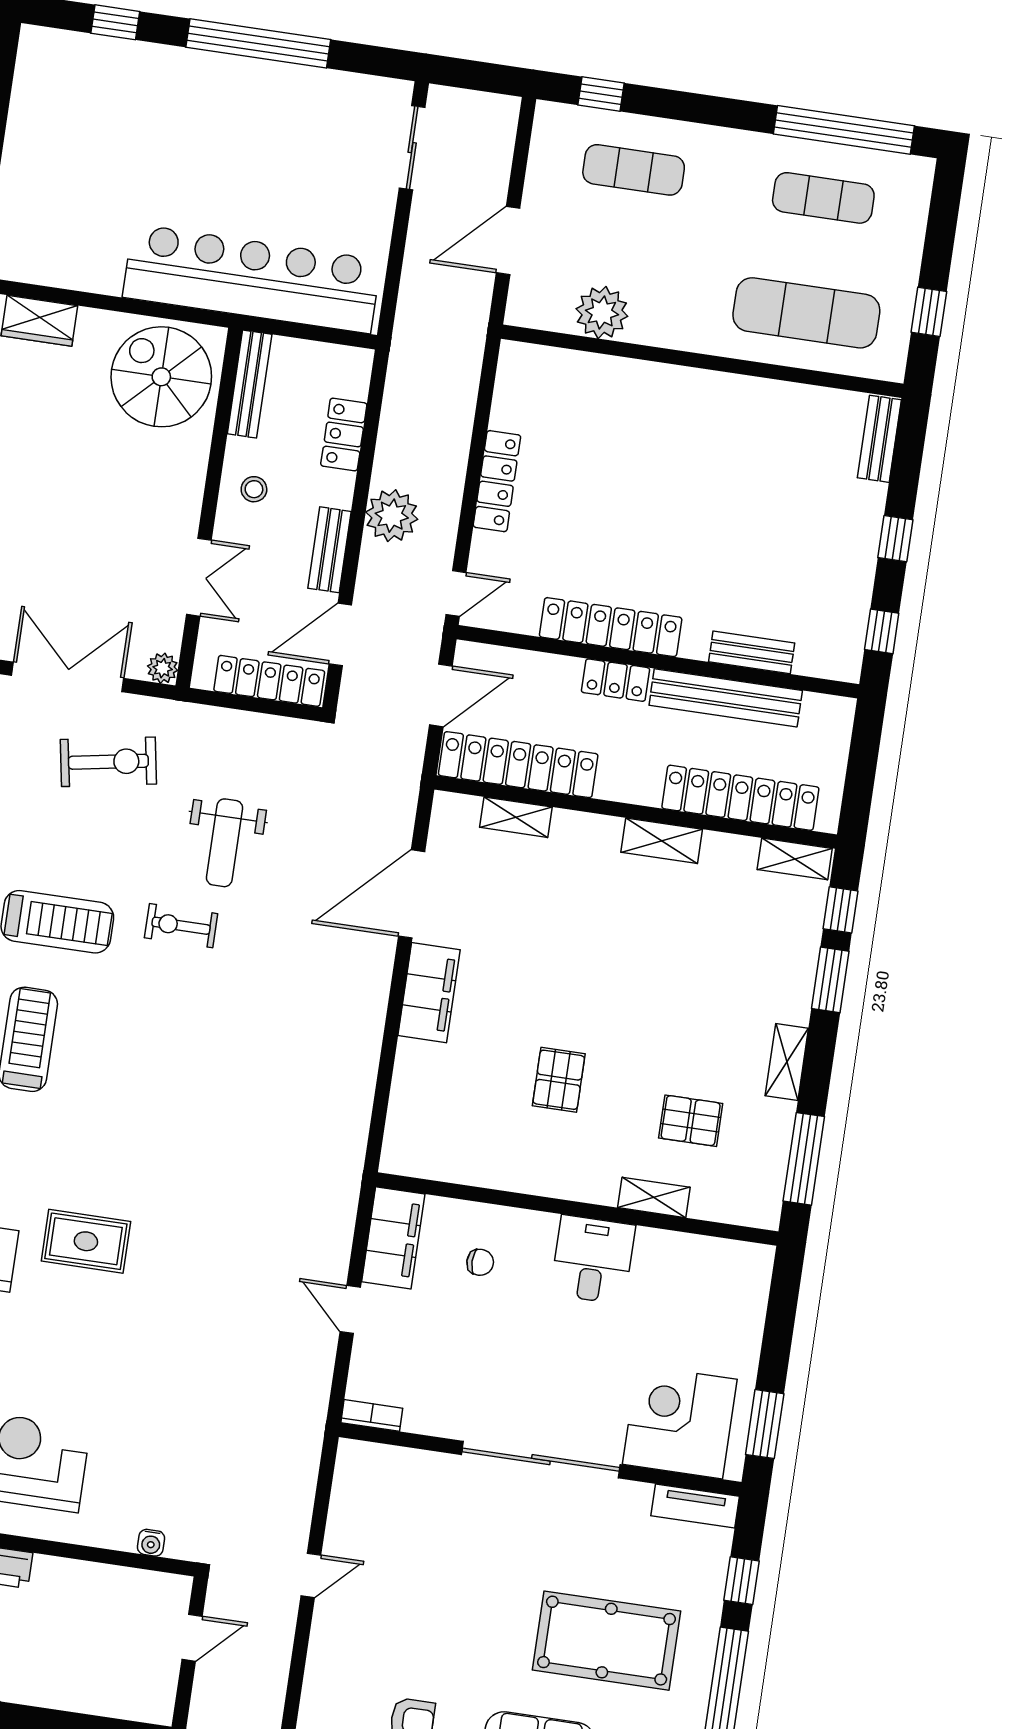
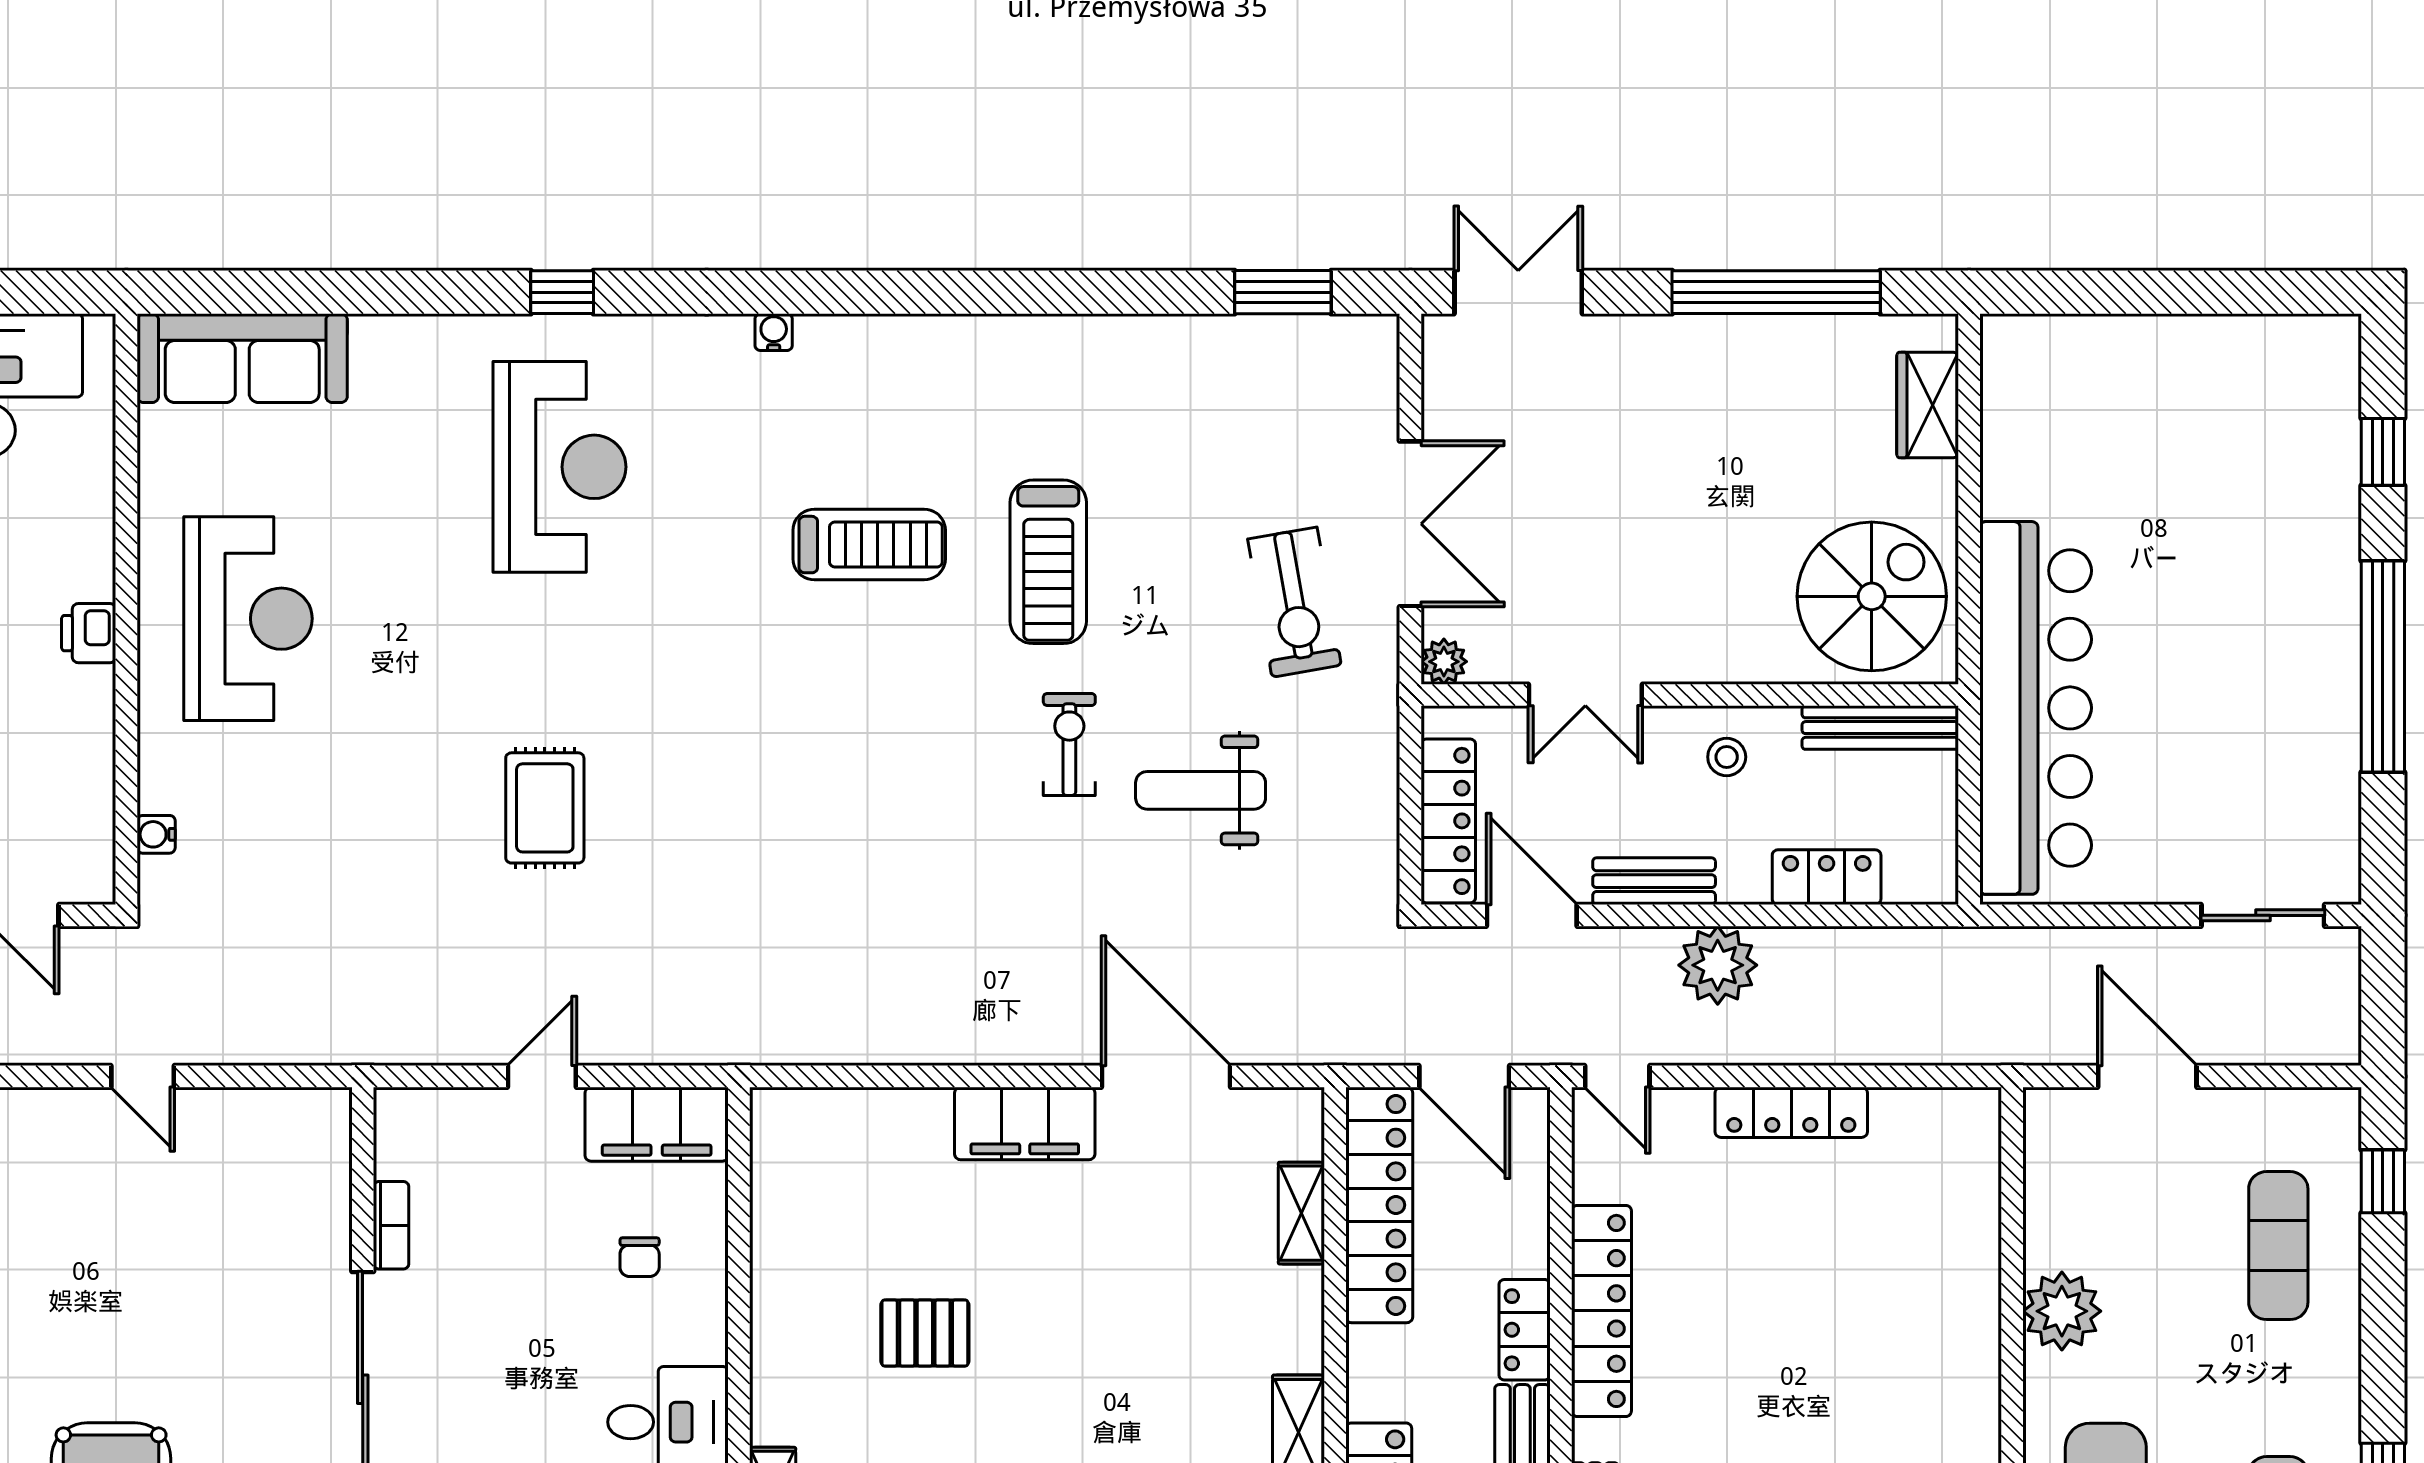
plant: (602, 312) -> (2062, 1311), moved
rug: (86, 1241) -> (545, 808), moved
bookcase: (372, 1415) -> (391, 1225), moved

